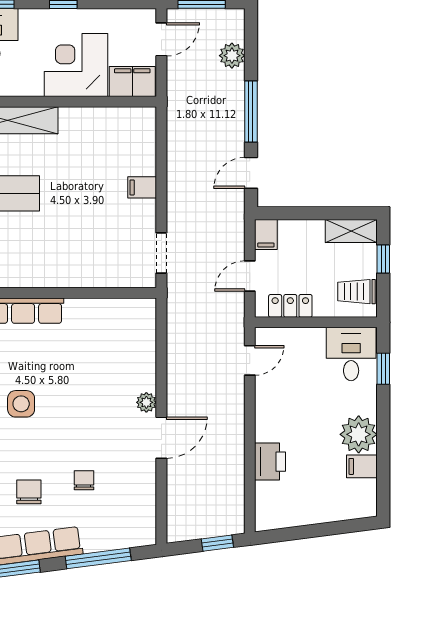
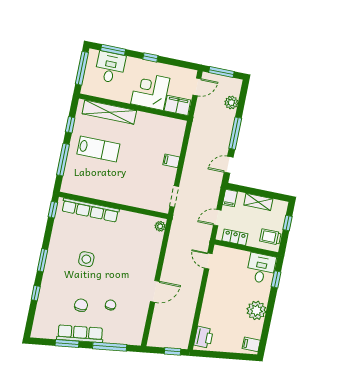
shelving: (351, 231) -> (258, 202), moved
door: (250, 360) -> (208, 261), swing flipped
plant: (146, 402) -> (160, 226), moved
printer: (270, 462) -> (204, 337), moved
filing cabinet: (362, 466) -> (251, 344), moved

